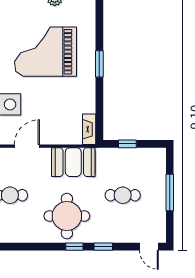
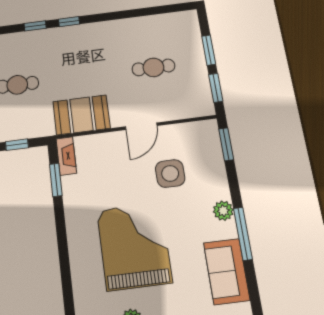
grand piano: (46, 52) -> (134, 246), turned -90
window: (99, 64) -> (56, 180), moved
round table: (67, 216) -> (82, 53), removed

